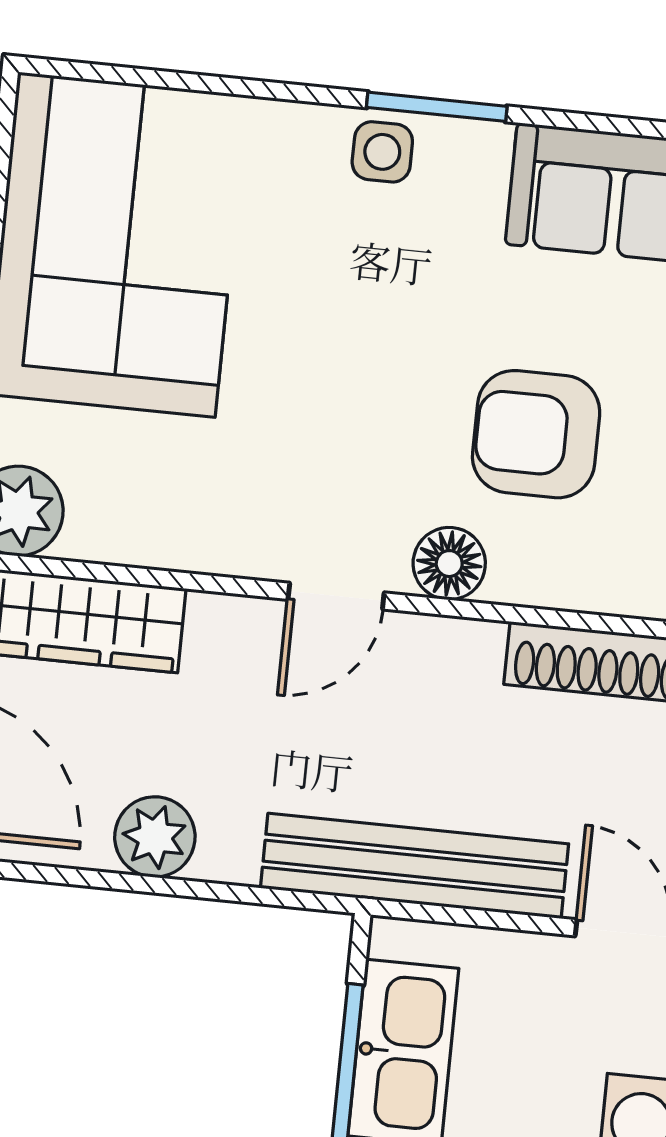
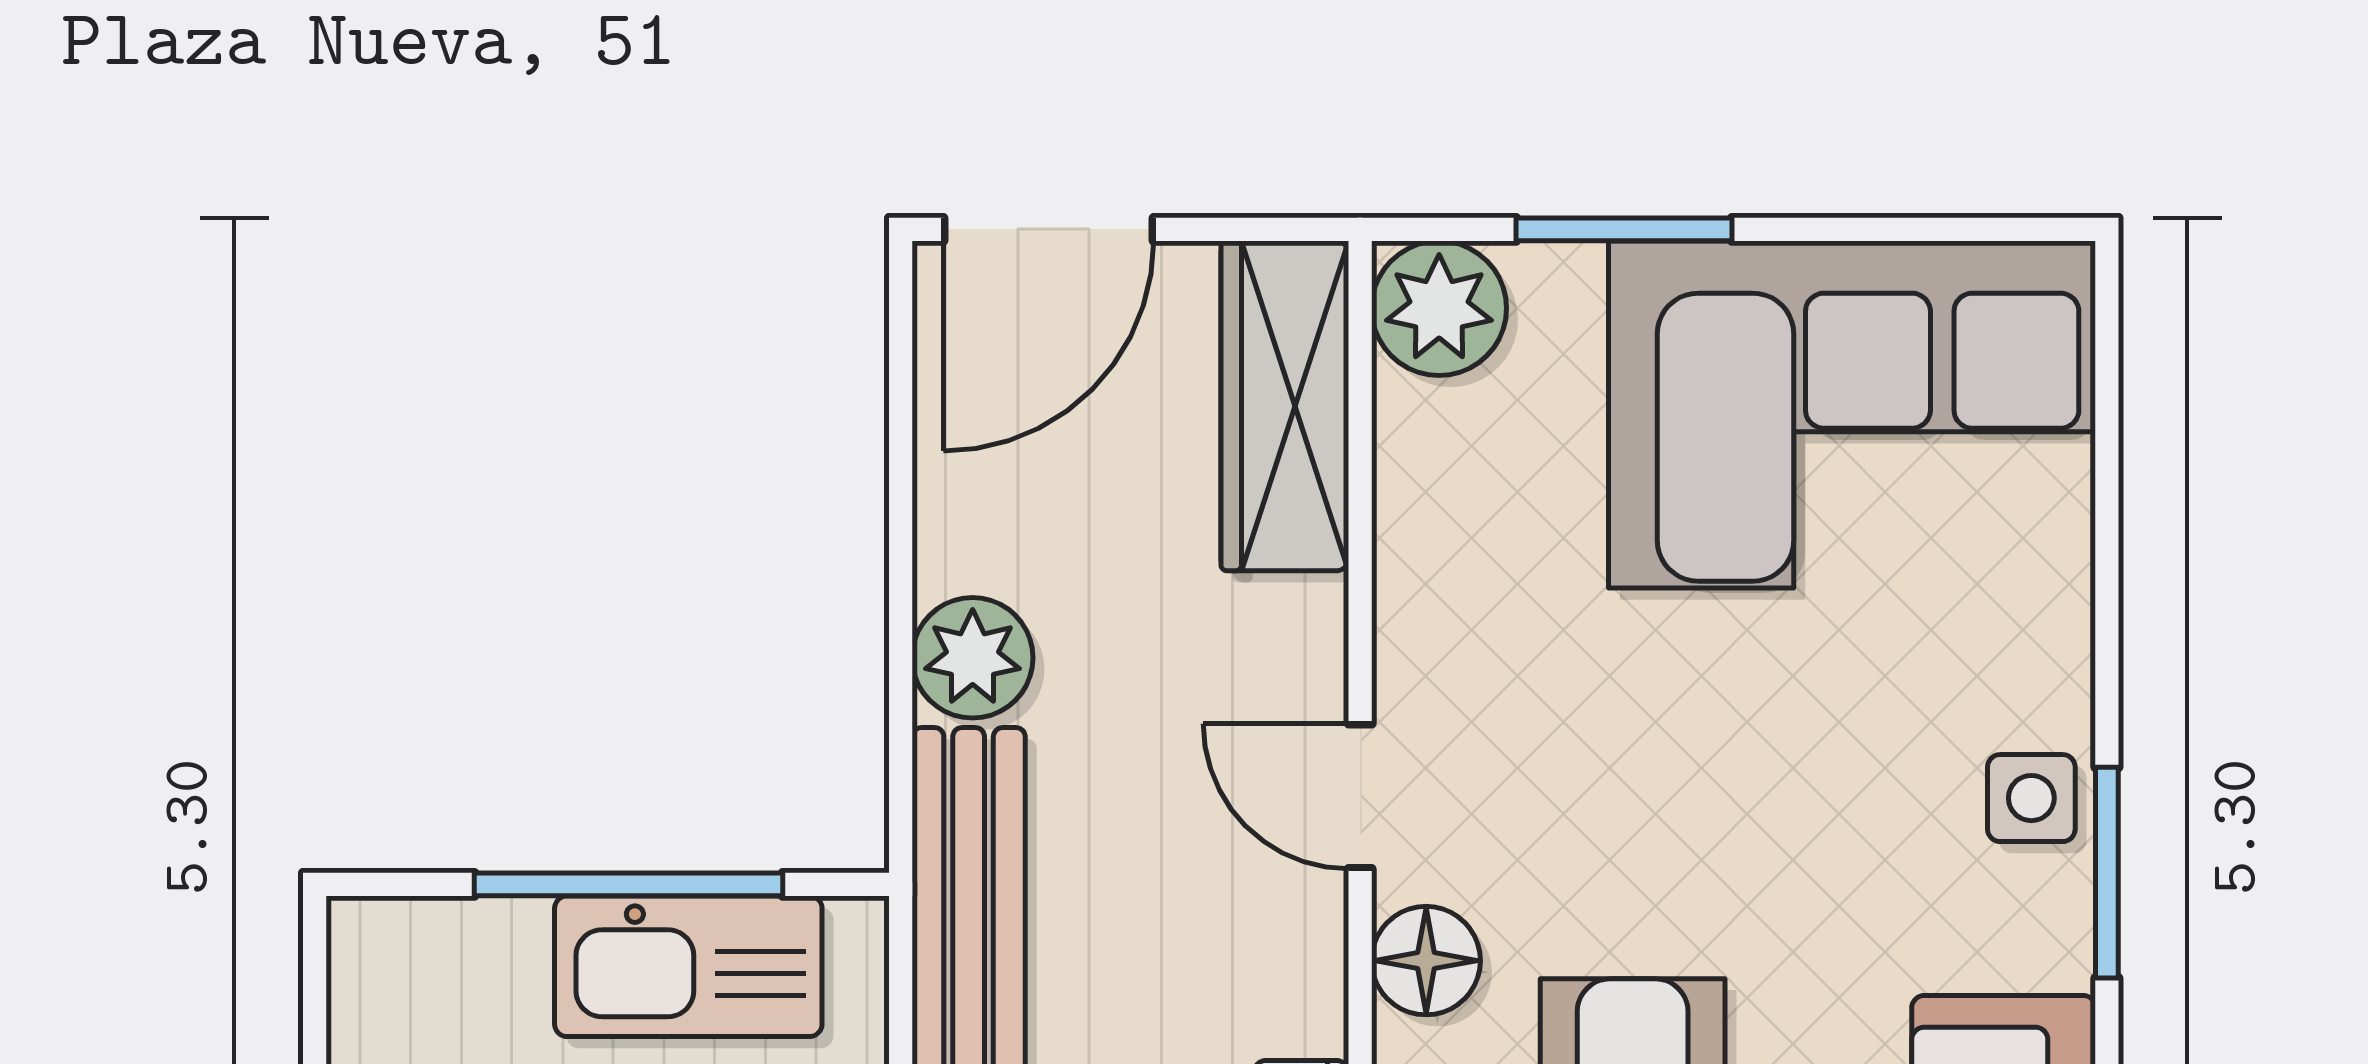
plant: (155, 837) -> (973, 658), moved

